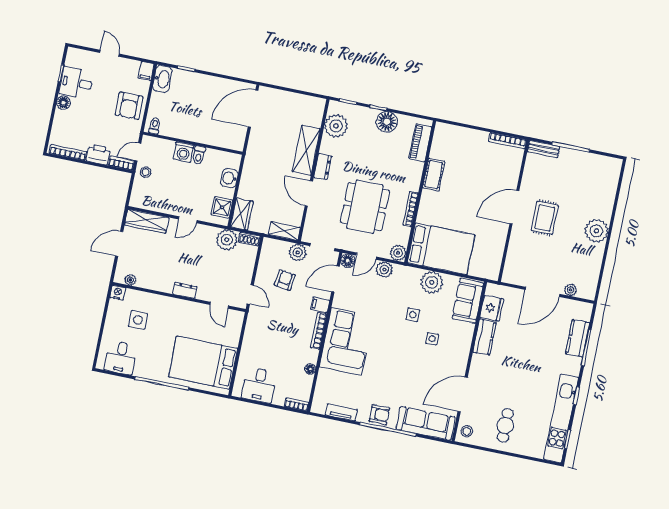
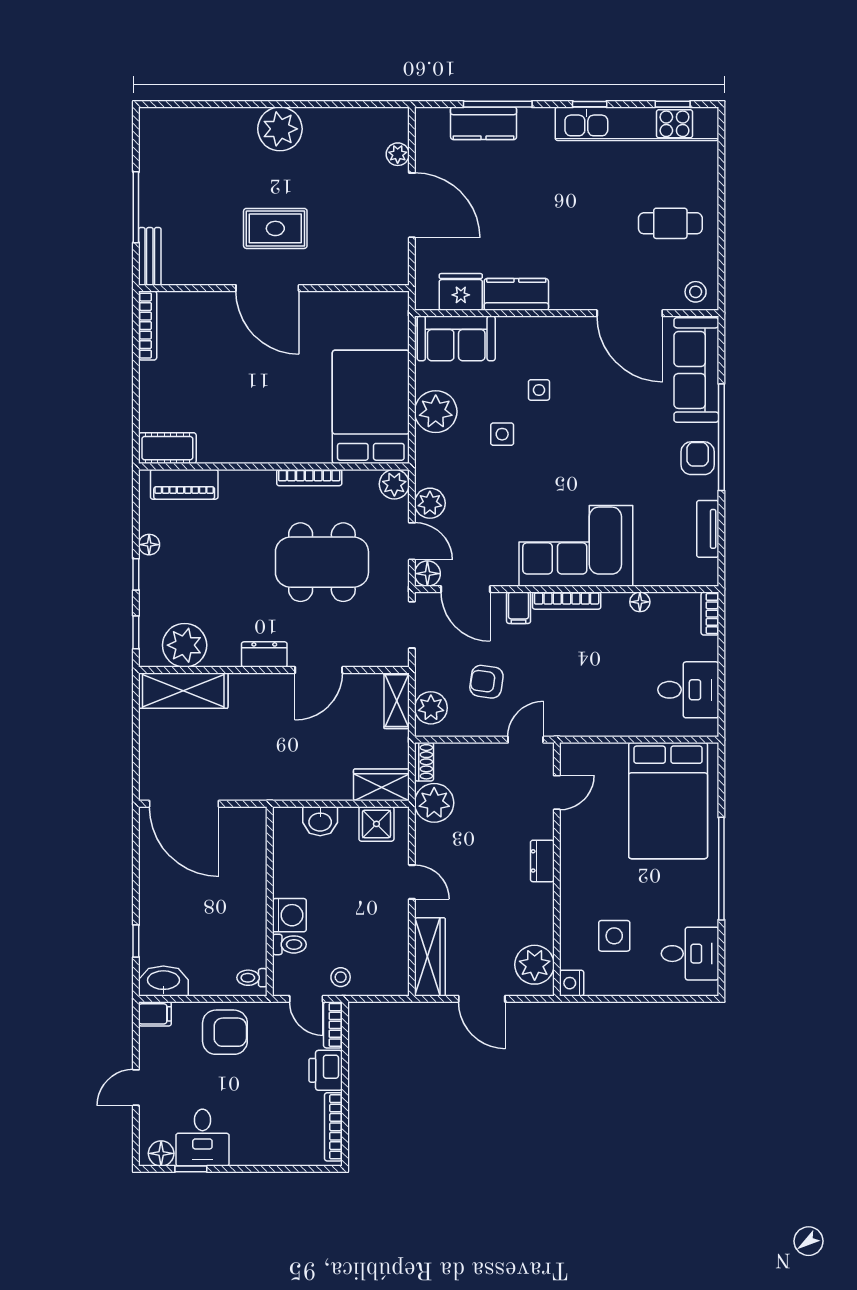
floor lamp: (63, 103) -> (161, 1153), moved
floor lamp: (387, 122) -> (149, 545), width x0.53, depth x0.53
shelving: (306, 150) -> (183, 691), moved
toilet: (199, 155) -> (289, 944), moved
cot: (434, 175) -> (167, 448), moved
plant: (298, 252) -> (431, 708), moved
plant: (130, 280) -> (535, 965), width x1.88, depth x1.88

